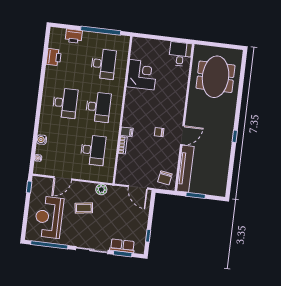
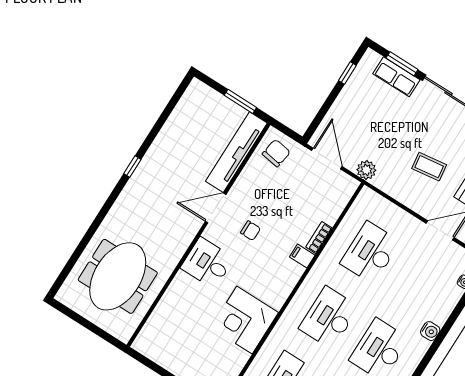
desk: (180, 54) -> (207, 263), moved, turned 90
corner desk: (142, 75) -> (245, 320), moved
water cooler: (42, 140) -> (430, 331), moved
plant: (101, 189) -> (366, 170), moved

